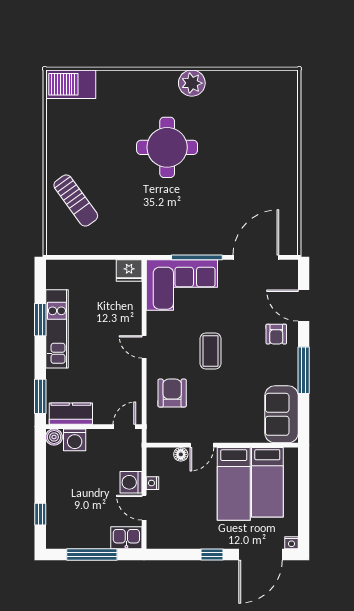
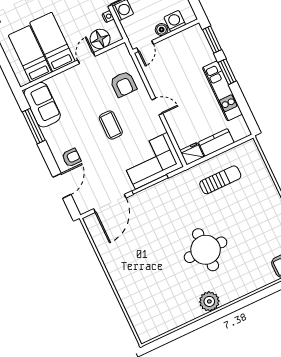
sun lounger: (76, 201) -> (220, 180), moved, turned 126
door: (304, 306) -> (62, 186), hinge flipped
window: (40, 320) -> (227, 72), moved
armchair: (276, 334) -> (71, 158), turned 90
window: (304, 370) -> (34, 126), moved
kitchen counter: (71, 414) -> (216, 142), moved, turned 180
boiler: (54, 437) -> (162, 30), moved
floor lamp: (181, 454) -> (100, 39), width x1.89, depth x1.89

